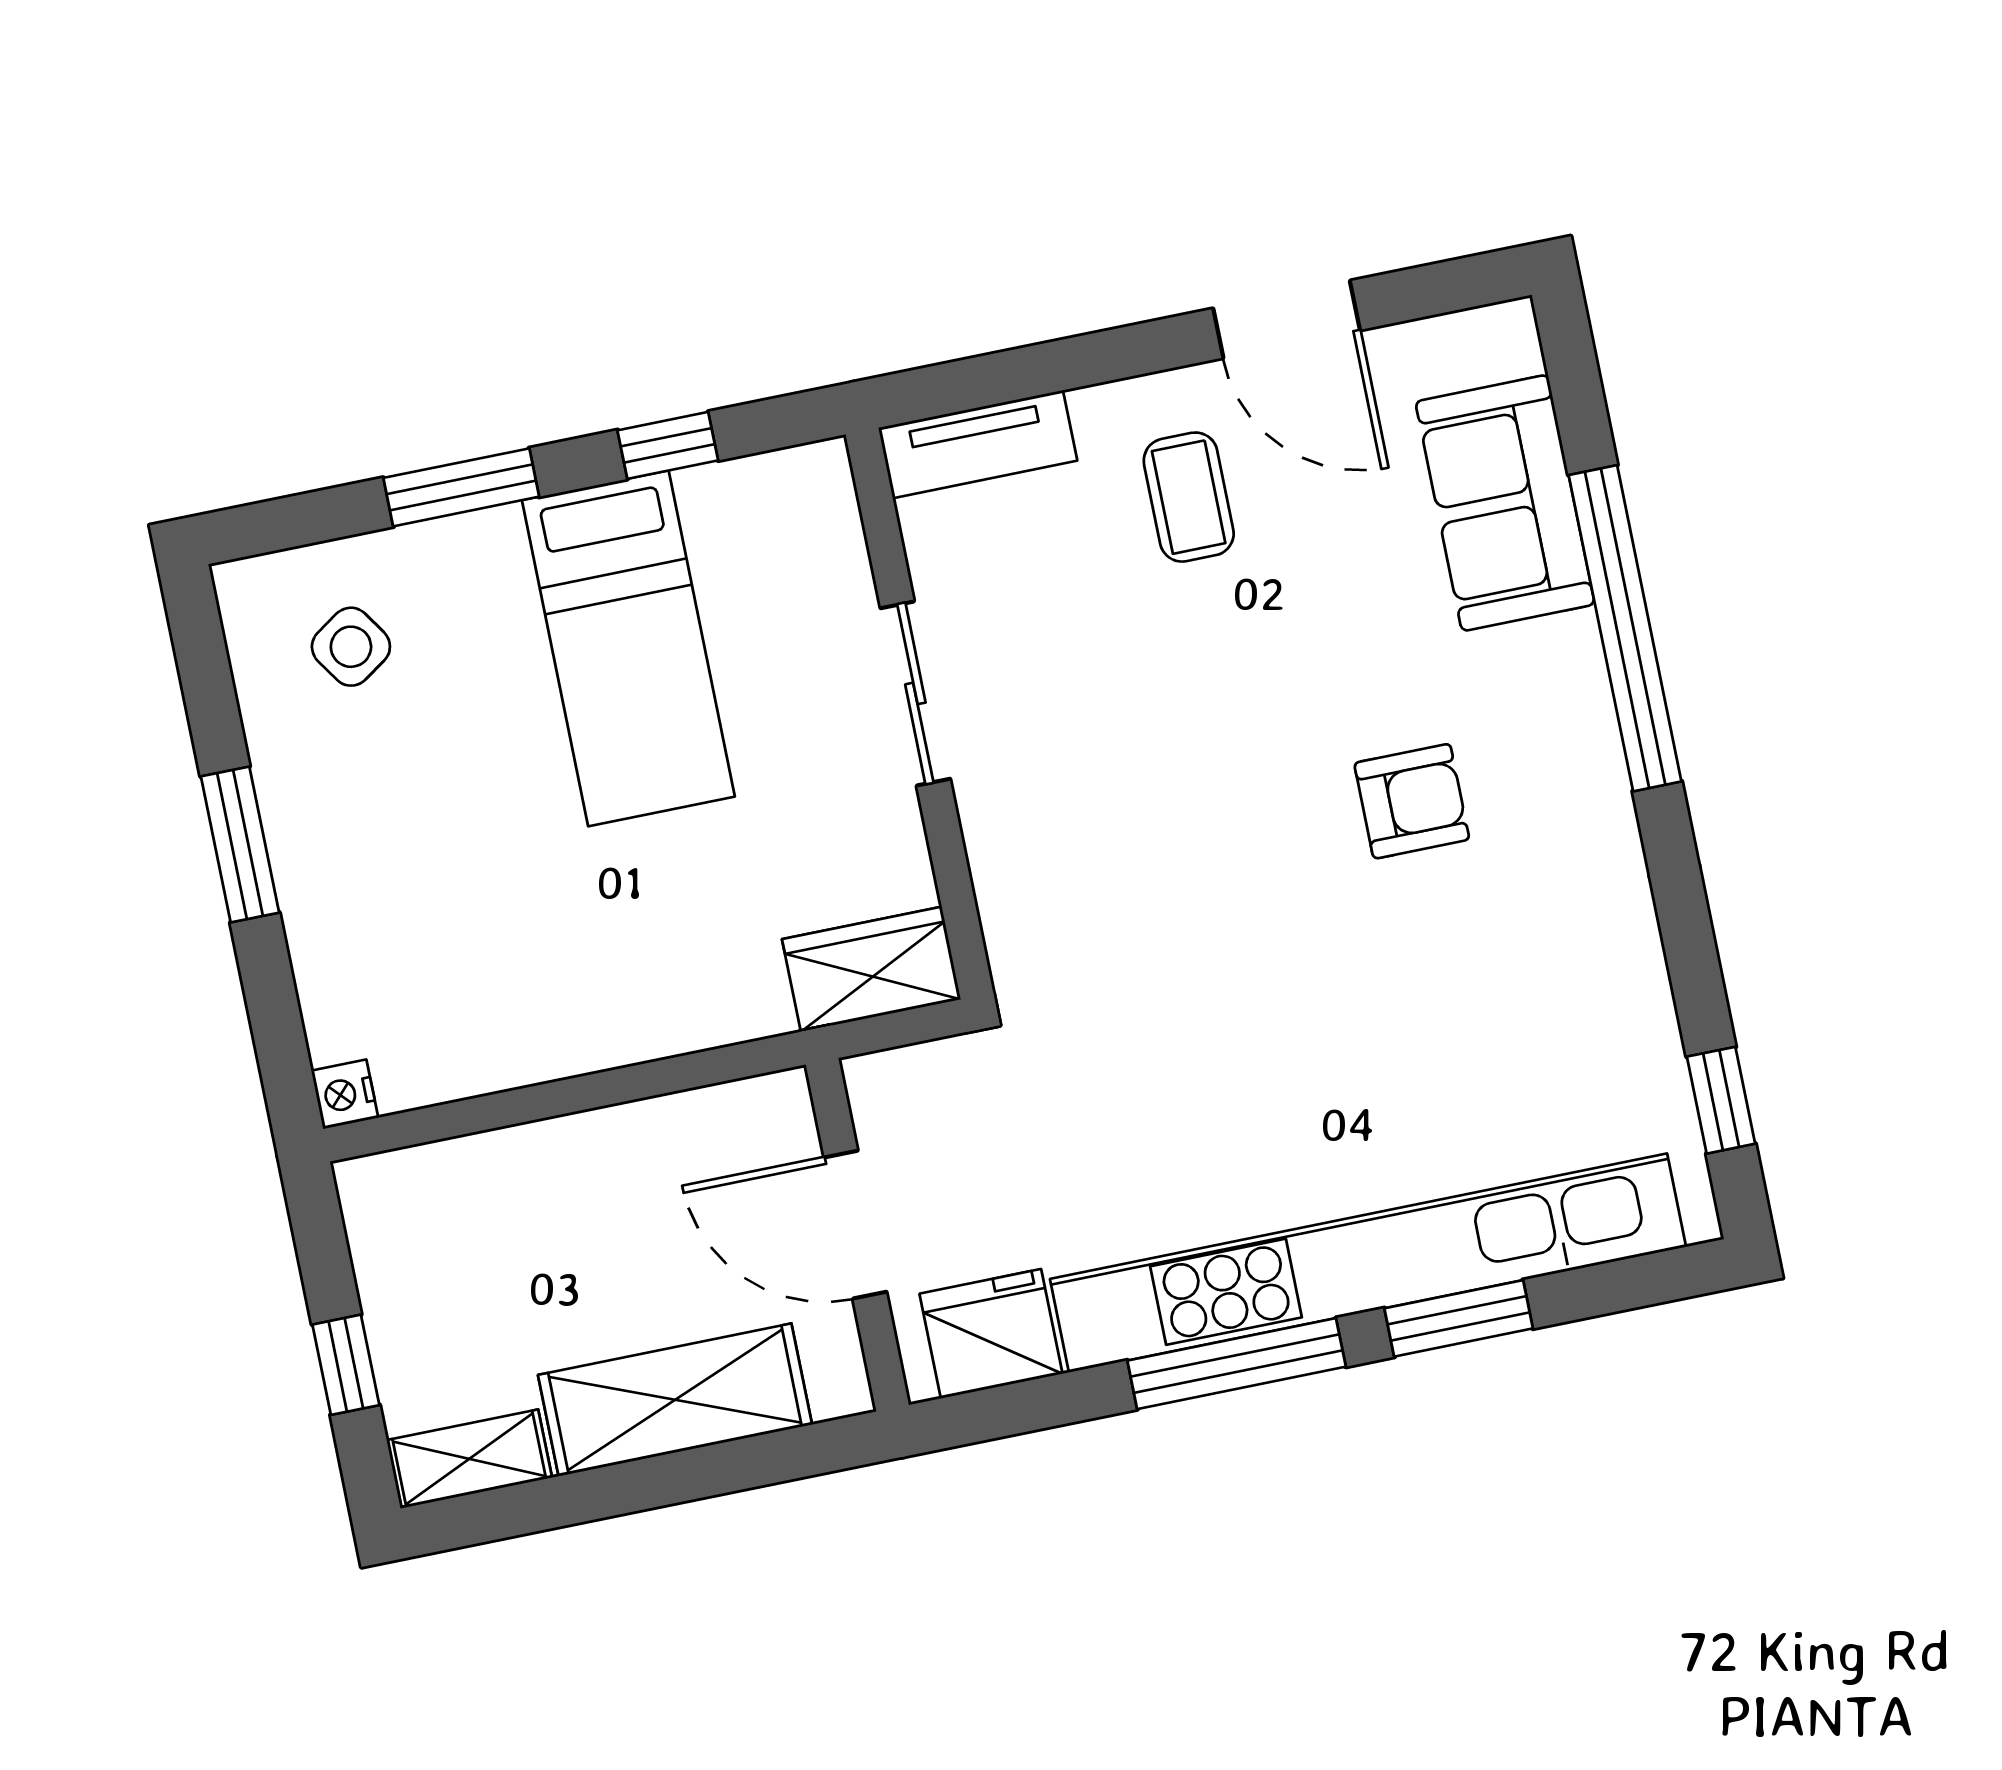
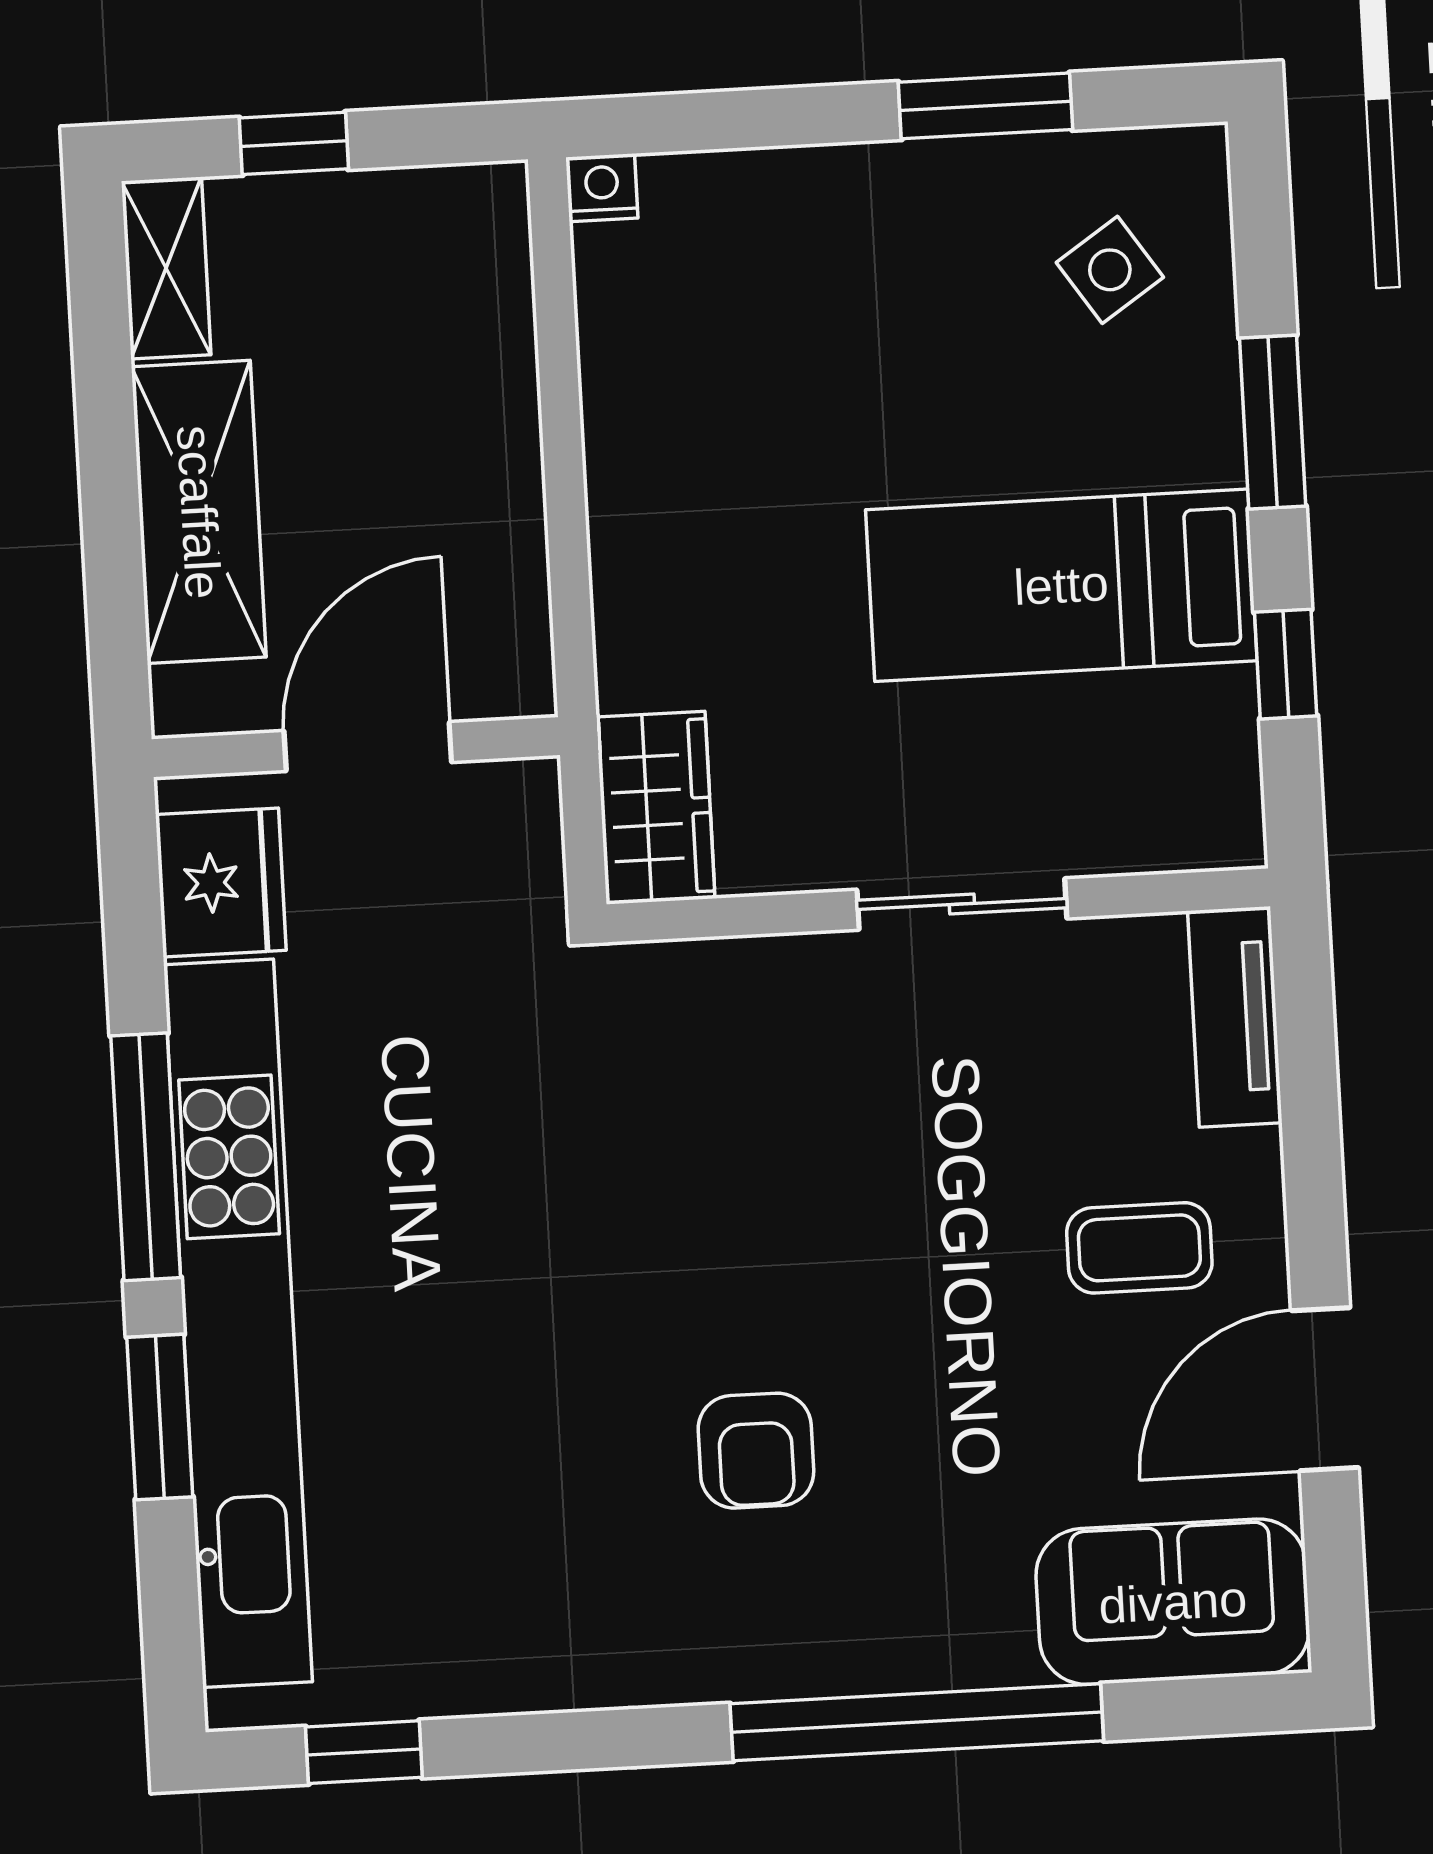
sofa: (1505, 503) -> (1173, 1602), moved
window: (240, 845) -> (985, 106), moved

